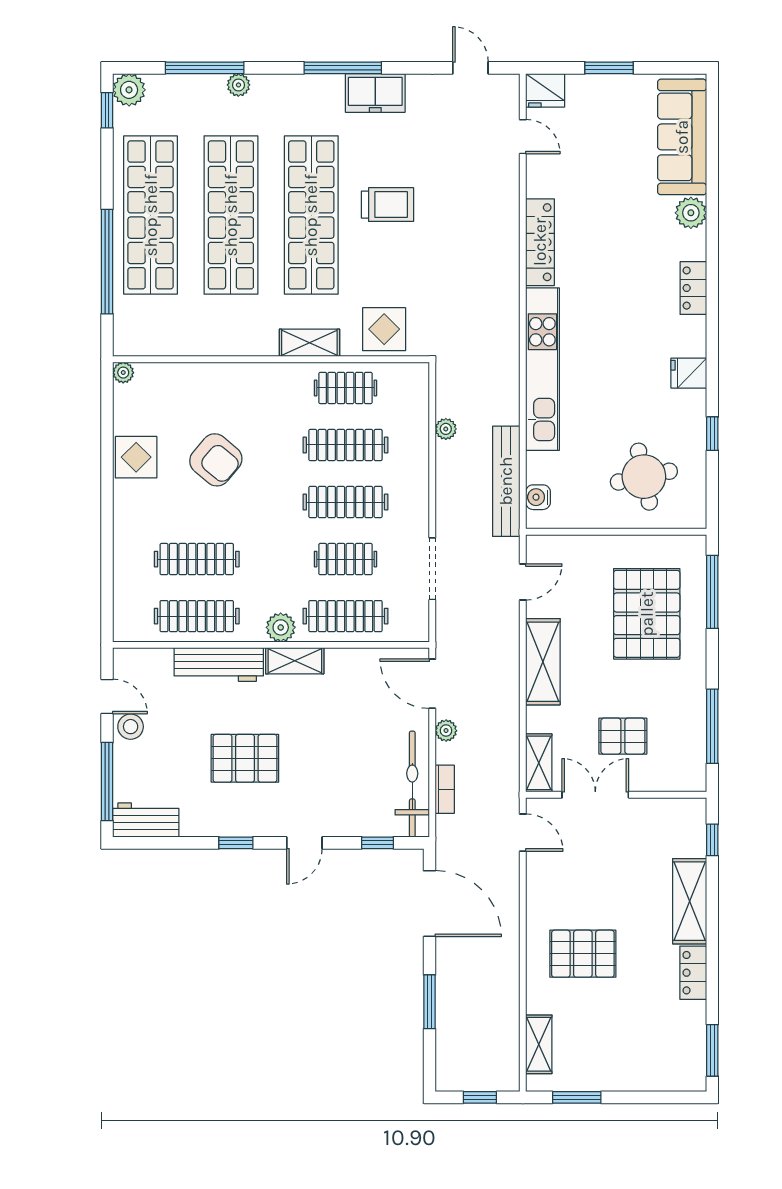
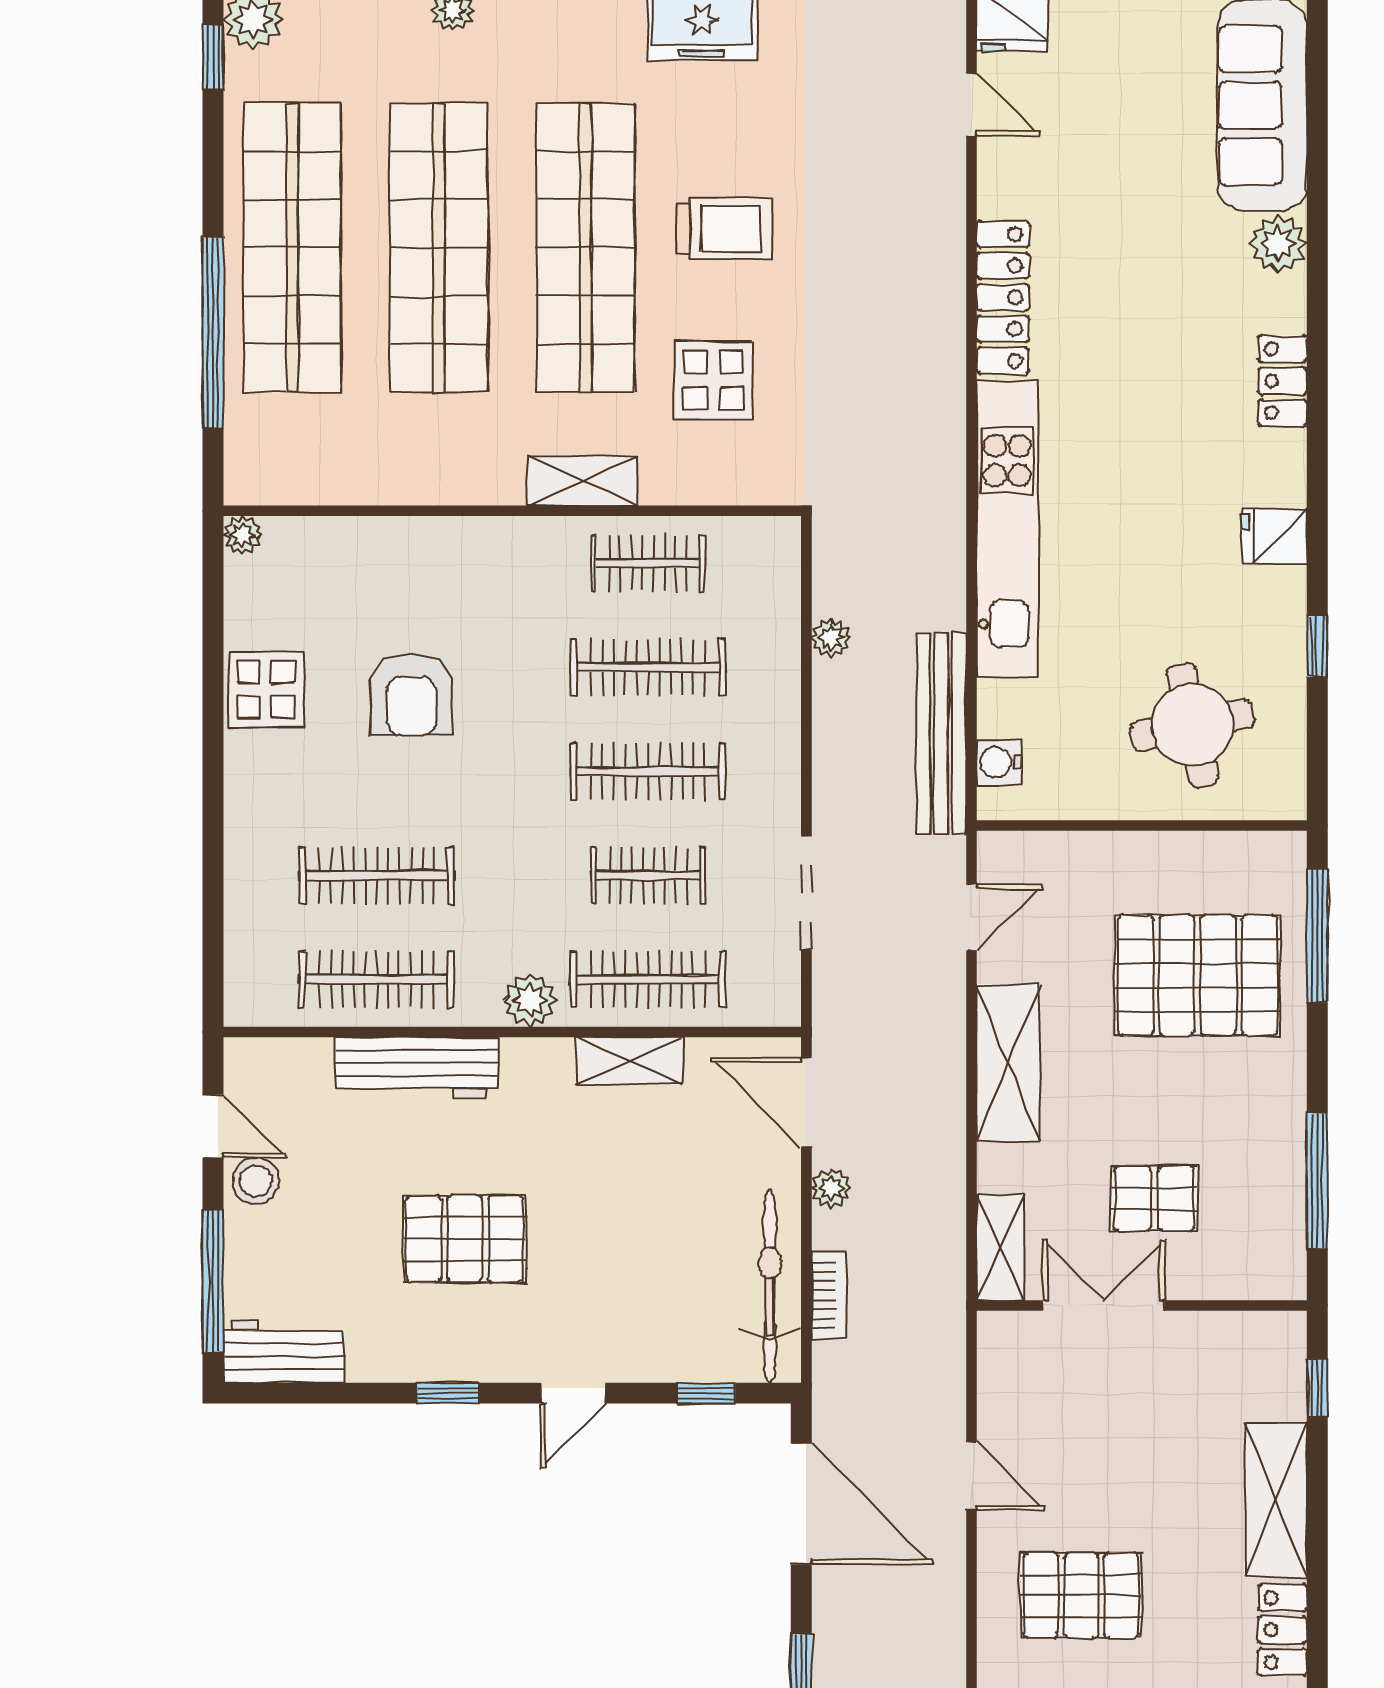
display table: (384, 329) -> (713, 380), moved
armchair: (216, 460) -> (411, 695), turned 50
pallet: (647, 614) -> (1198, 975), turned 90
shelving: (295, 661) -> (629, 1061), moved
door: (523, 833) -> (971, 1476), moved

